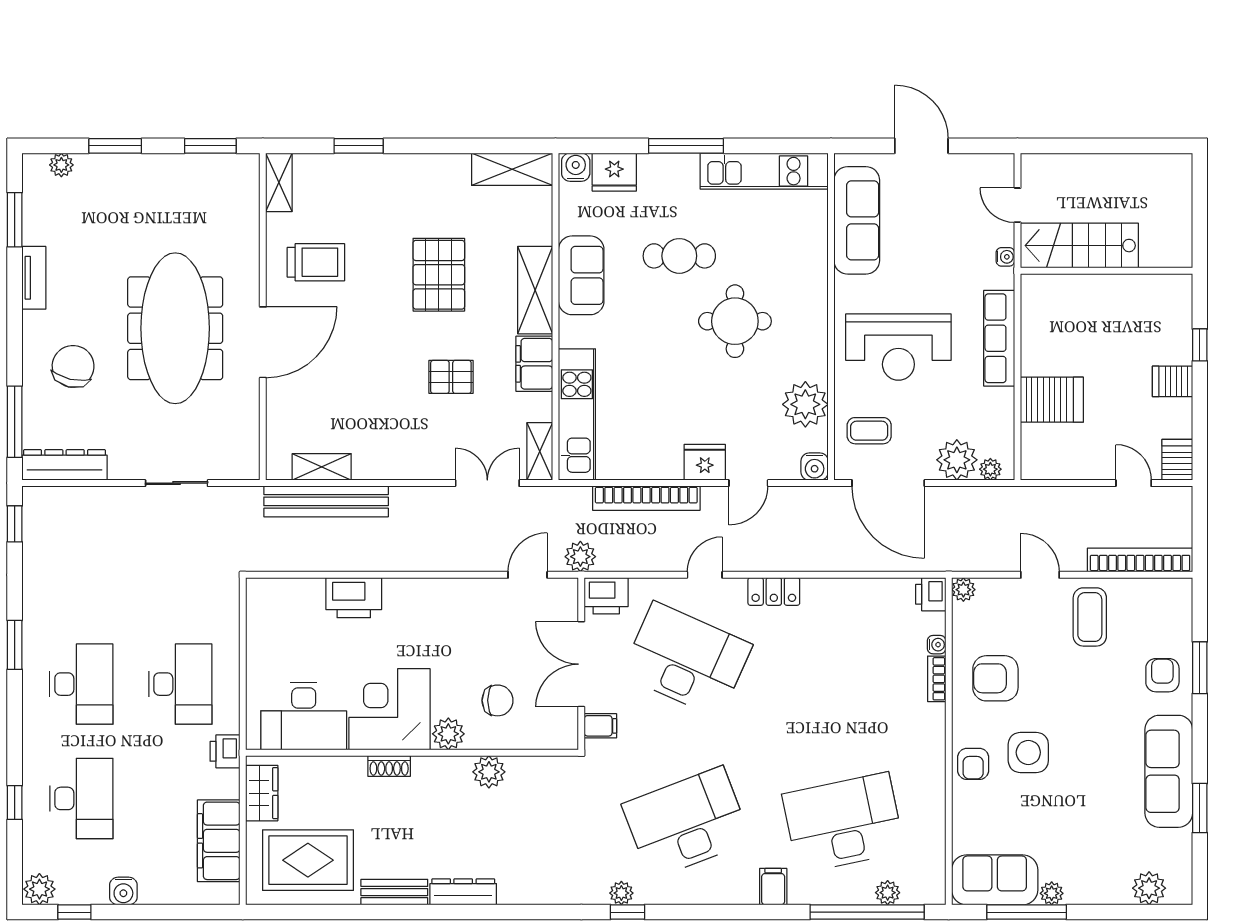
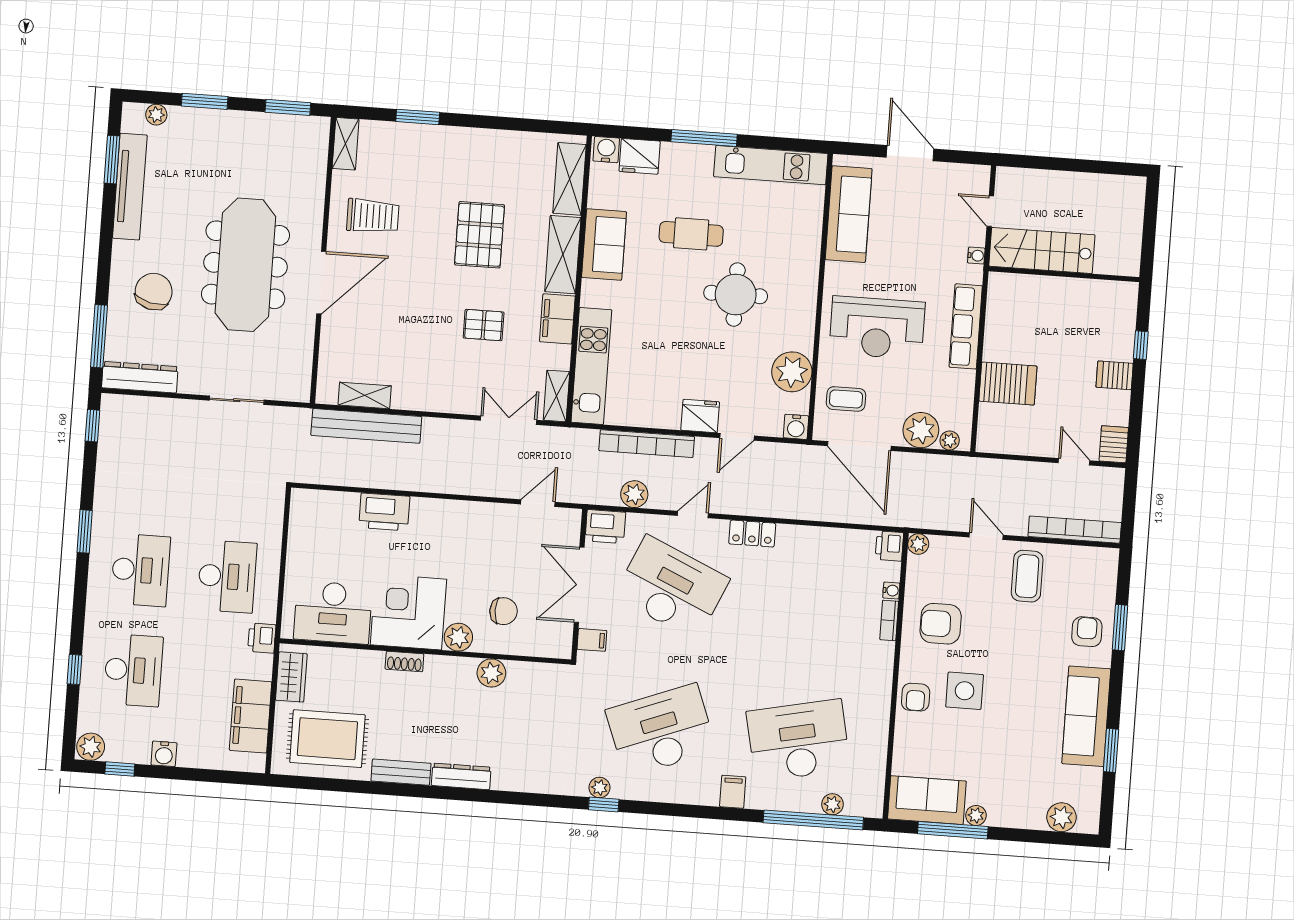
shelving: (512, 169) -> (570, 179), moved, turned 90
tv unit: (34, 278) -> (130, 187), width x1.92, depth x1.29
plant: (580, 557) -> (634, 494), moved

